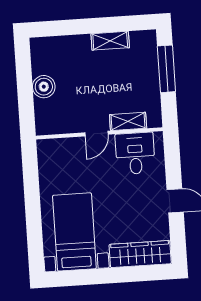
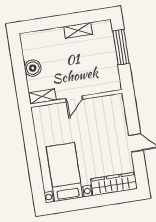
shelving: (128, 121) -> (42, 96), moved
desk: (135, 153) -> (104, 111), removed

